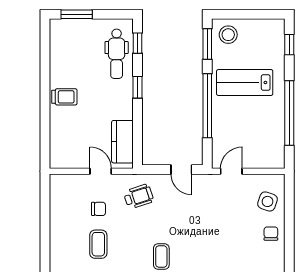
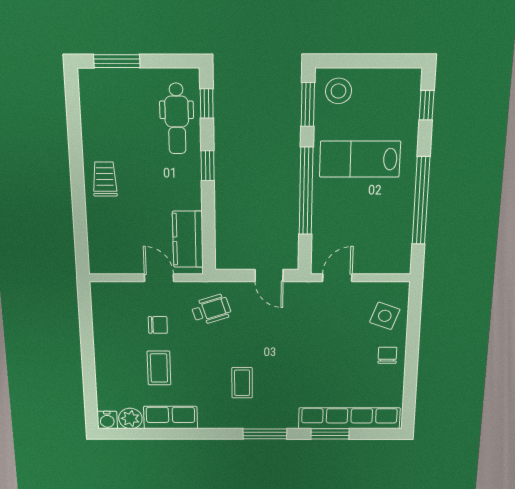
trolley: (64, 97) -> (105, 179), turned -90

